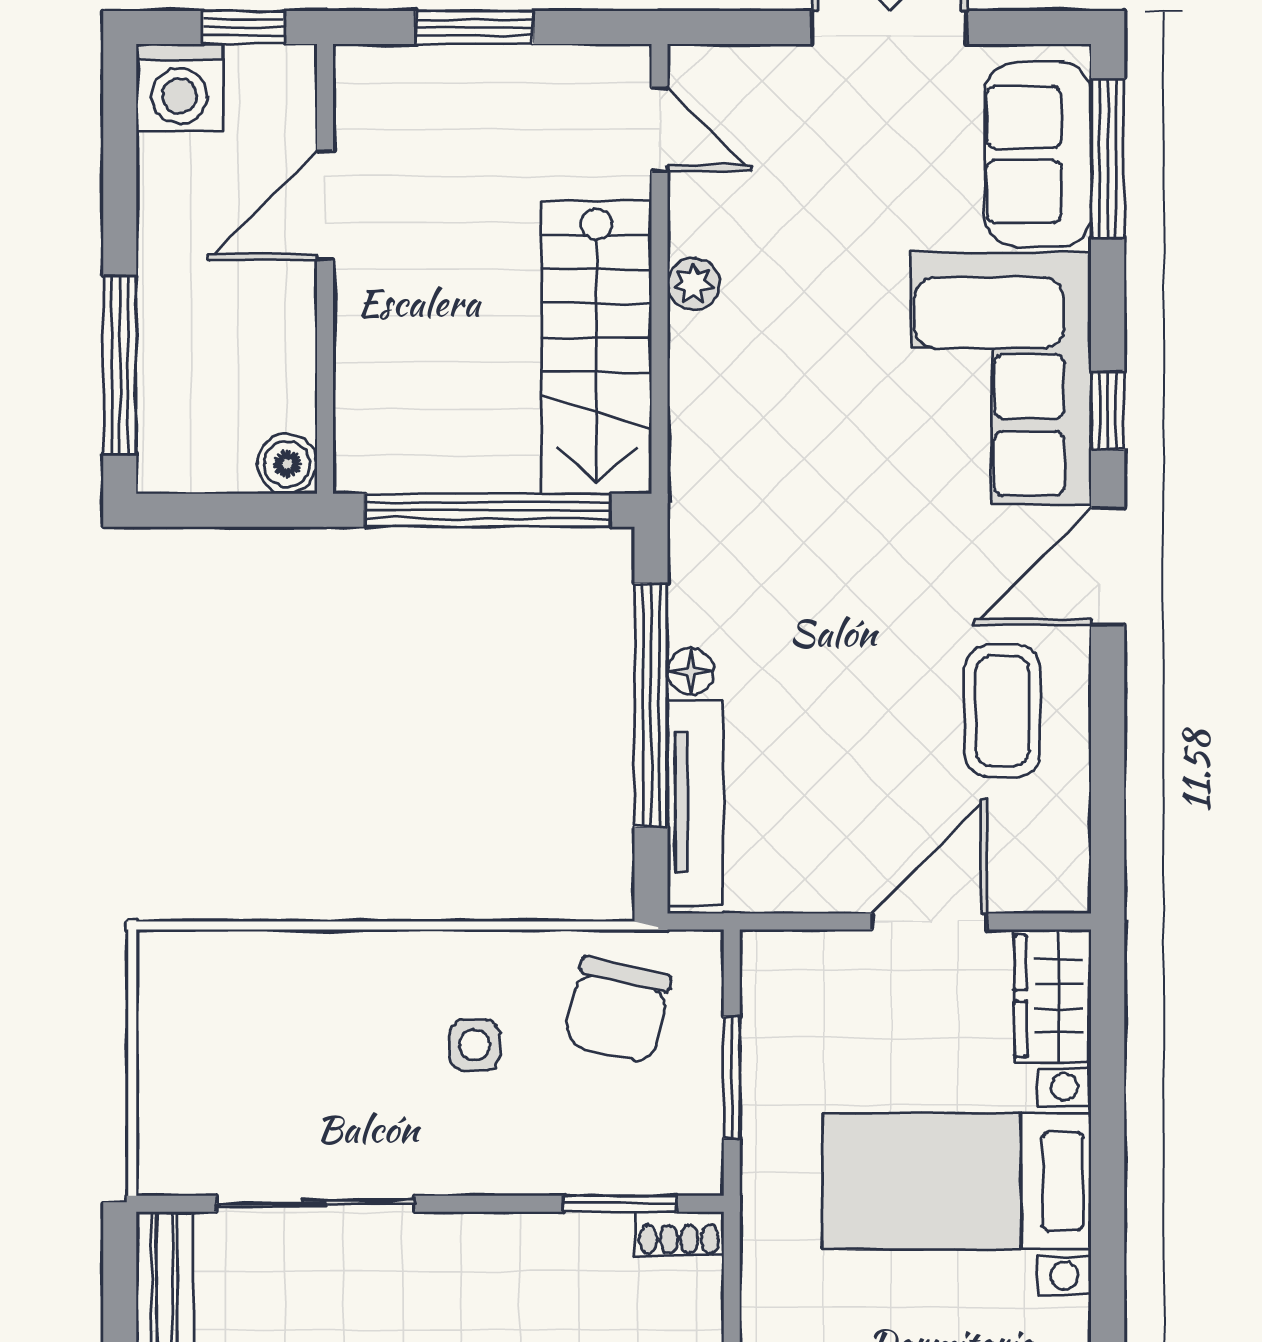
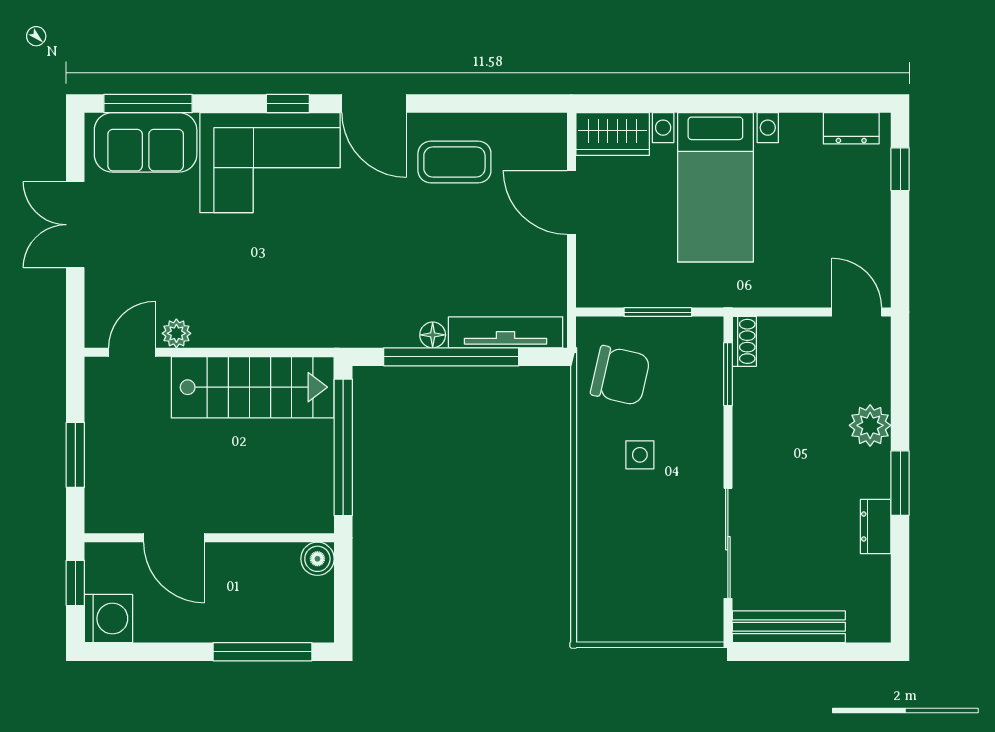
plant: (693, 284) -> (176, 333), moved

